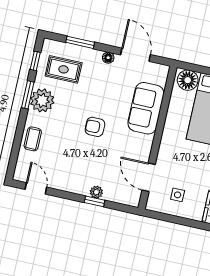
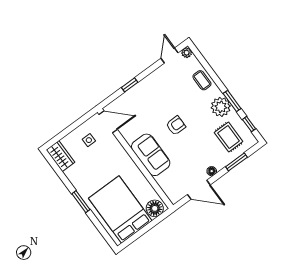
rug: (64, 69) -> (229, 137), turned 90
sofa: (146, 108) -> (151, 155), moved
door: (149, 177) -> (108, 122), moved
door: (36, 188) -> (170, 55), swing flipped
plant: (96, 192) -> (187, 53), moved

